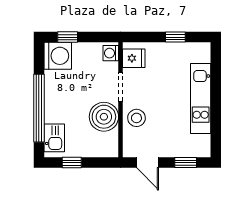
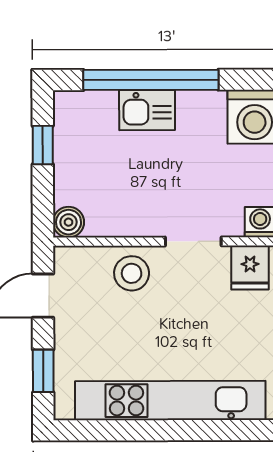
kitchen unit: (201, 99) -> (170, 400), width x1.36
boiler: (104, 117) -> (69, 222), moved, width x0.54, depth x0.54
kitchen sink: (54, 138) -> (147, 110), moved

